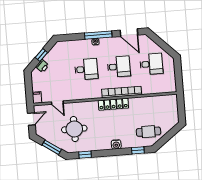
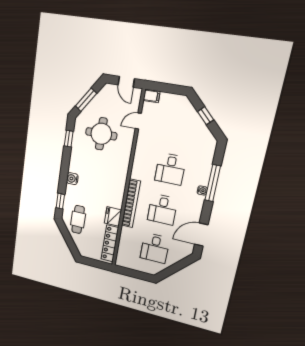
window: (98, 35) -> (213, 183), moved
printer: (42, 66) -> (191, 113), removed
fridge: (137, 103) -> (113, 216), added
locker: (113, 104) -> (110, 243), moved

